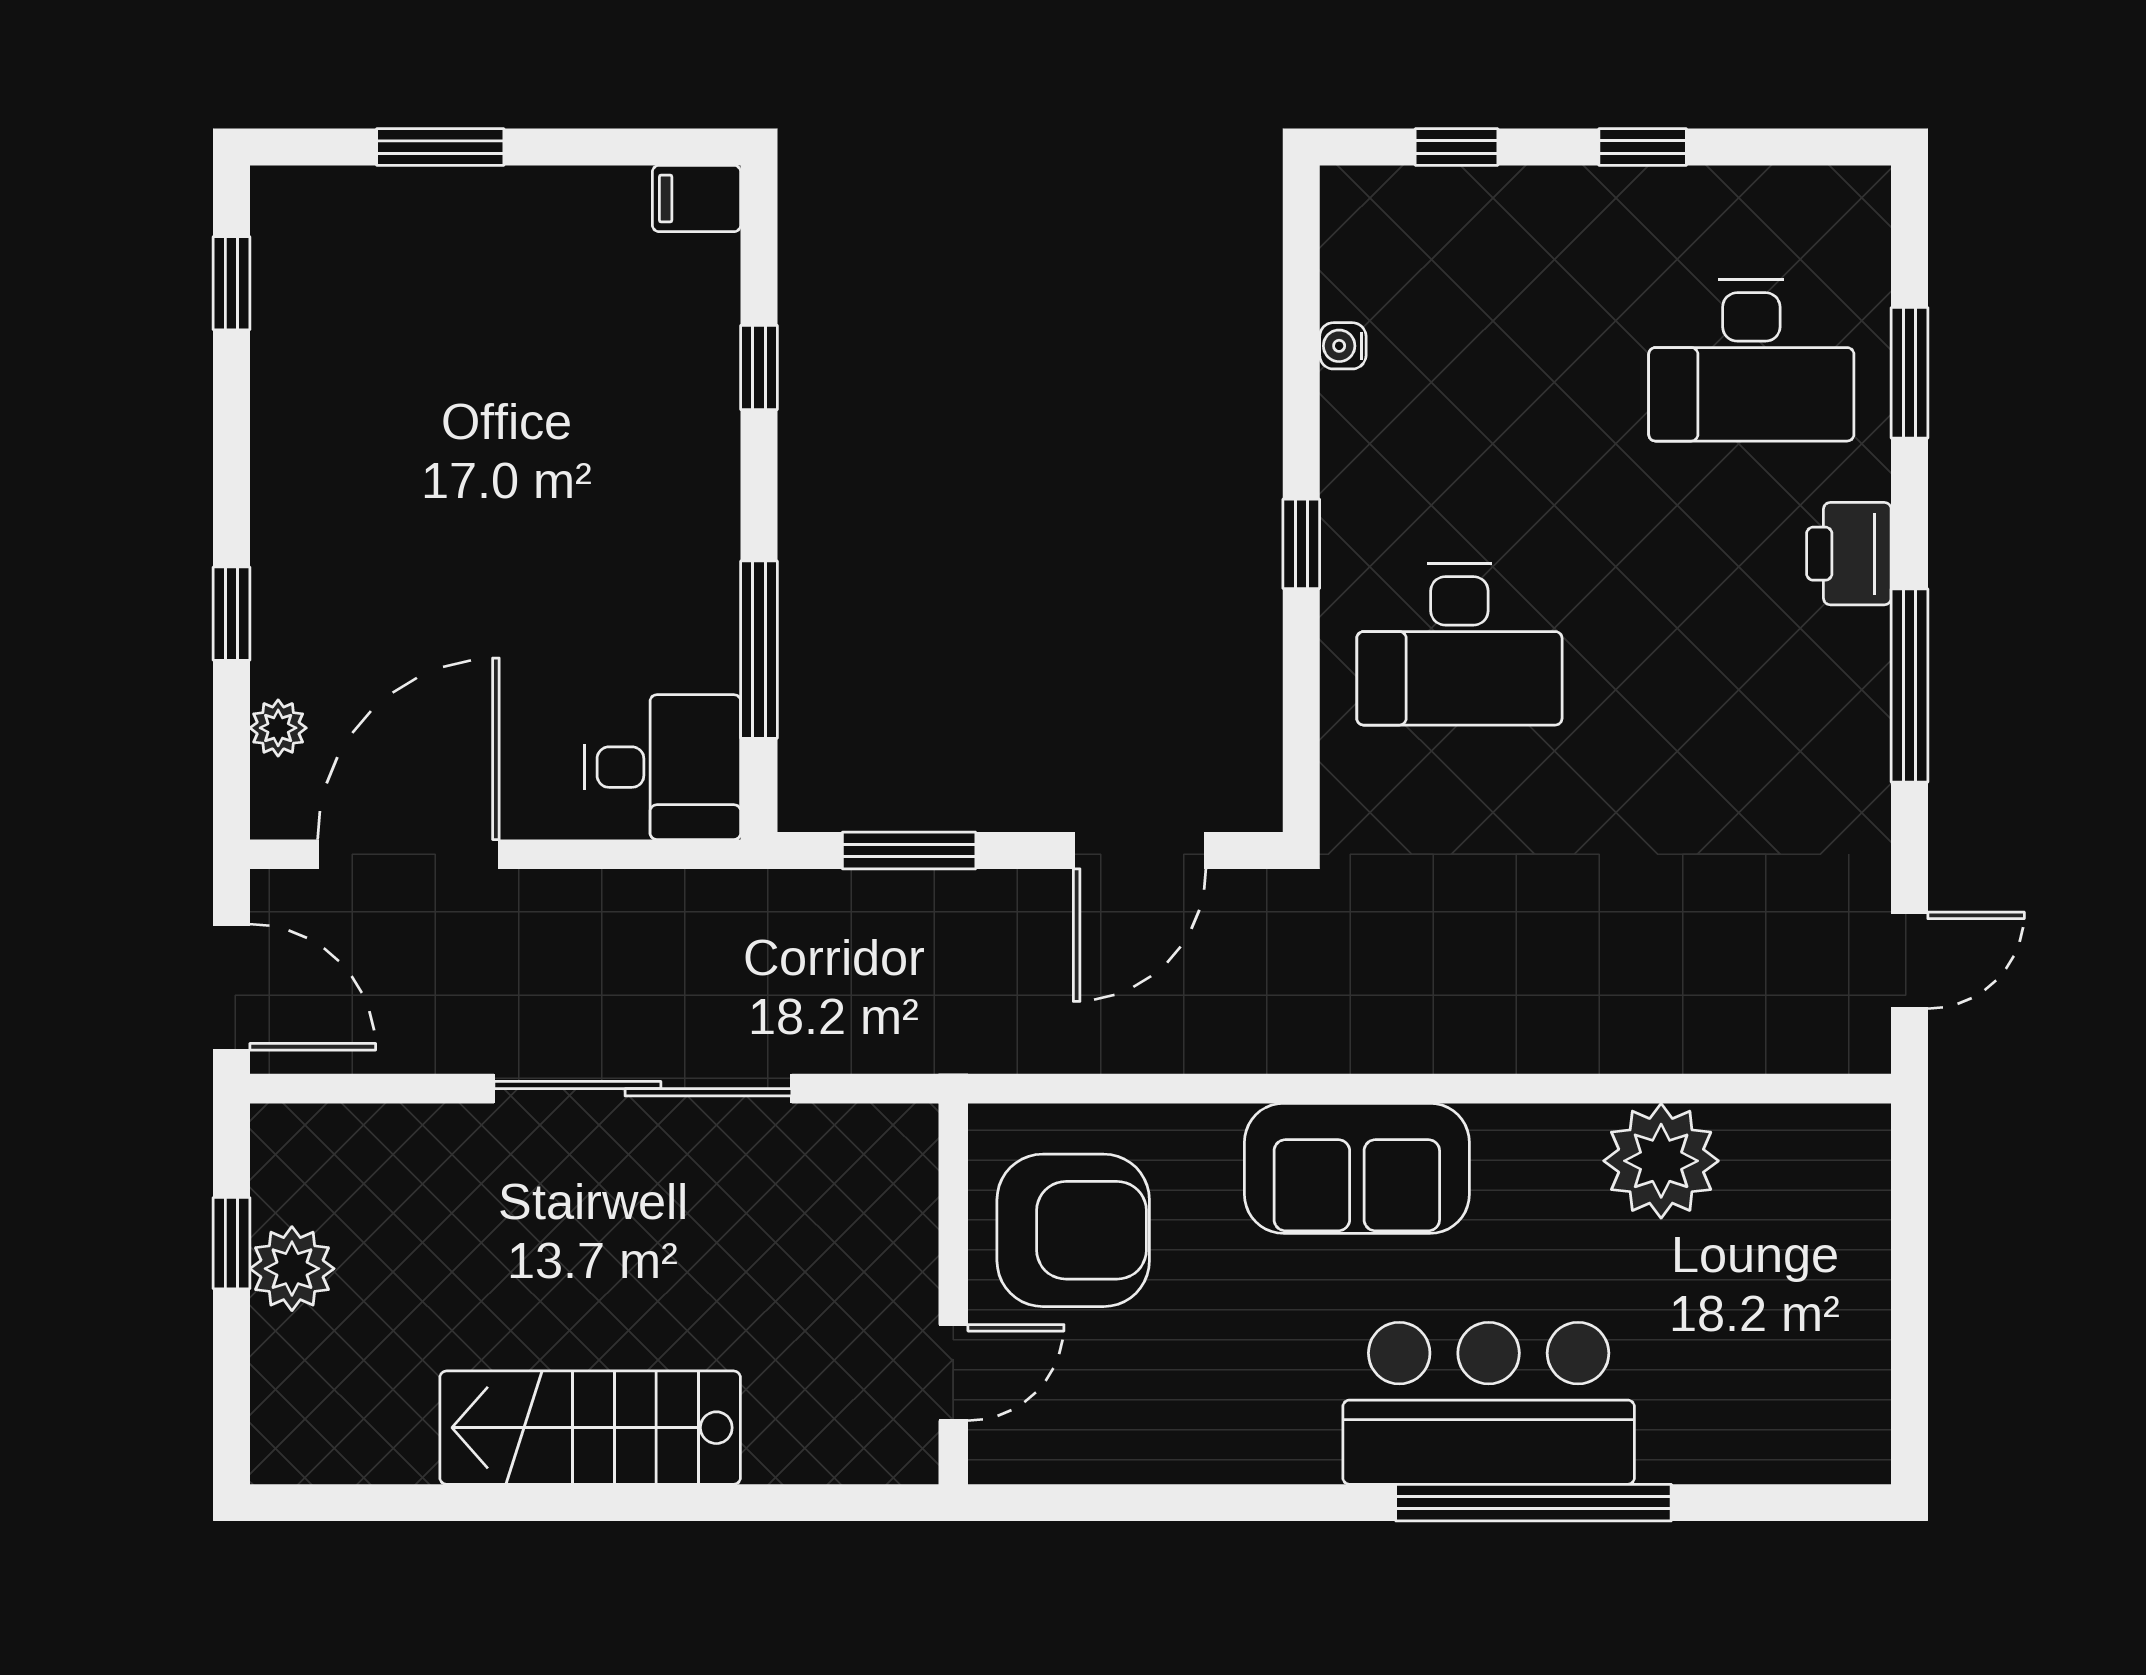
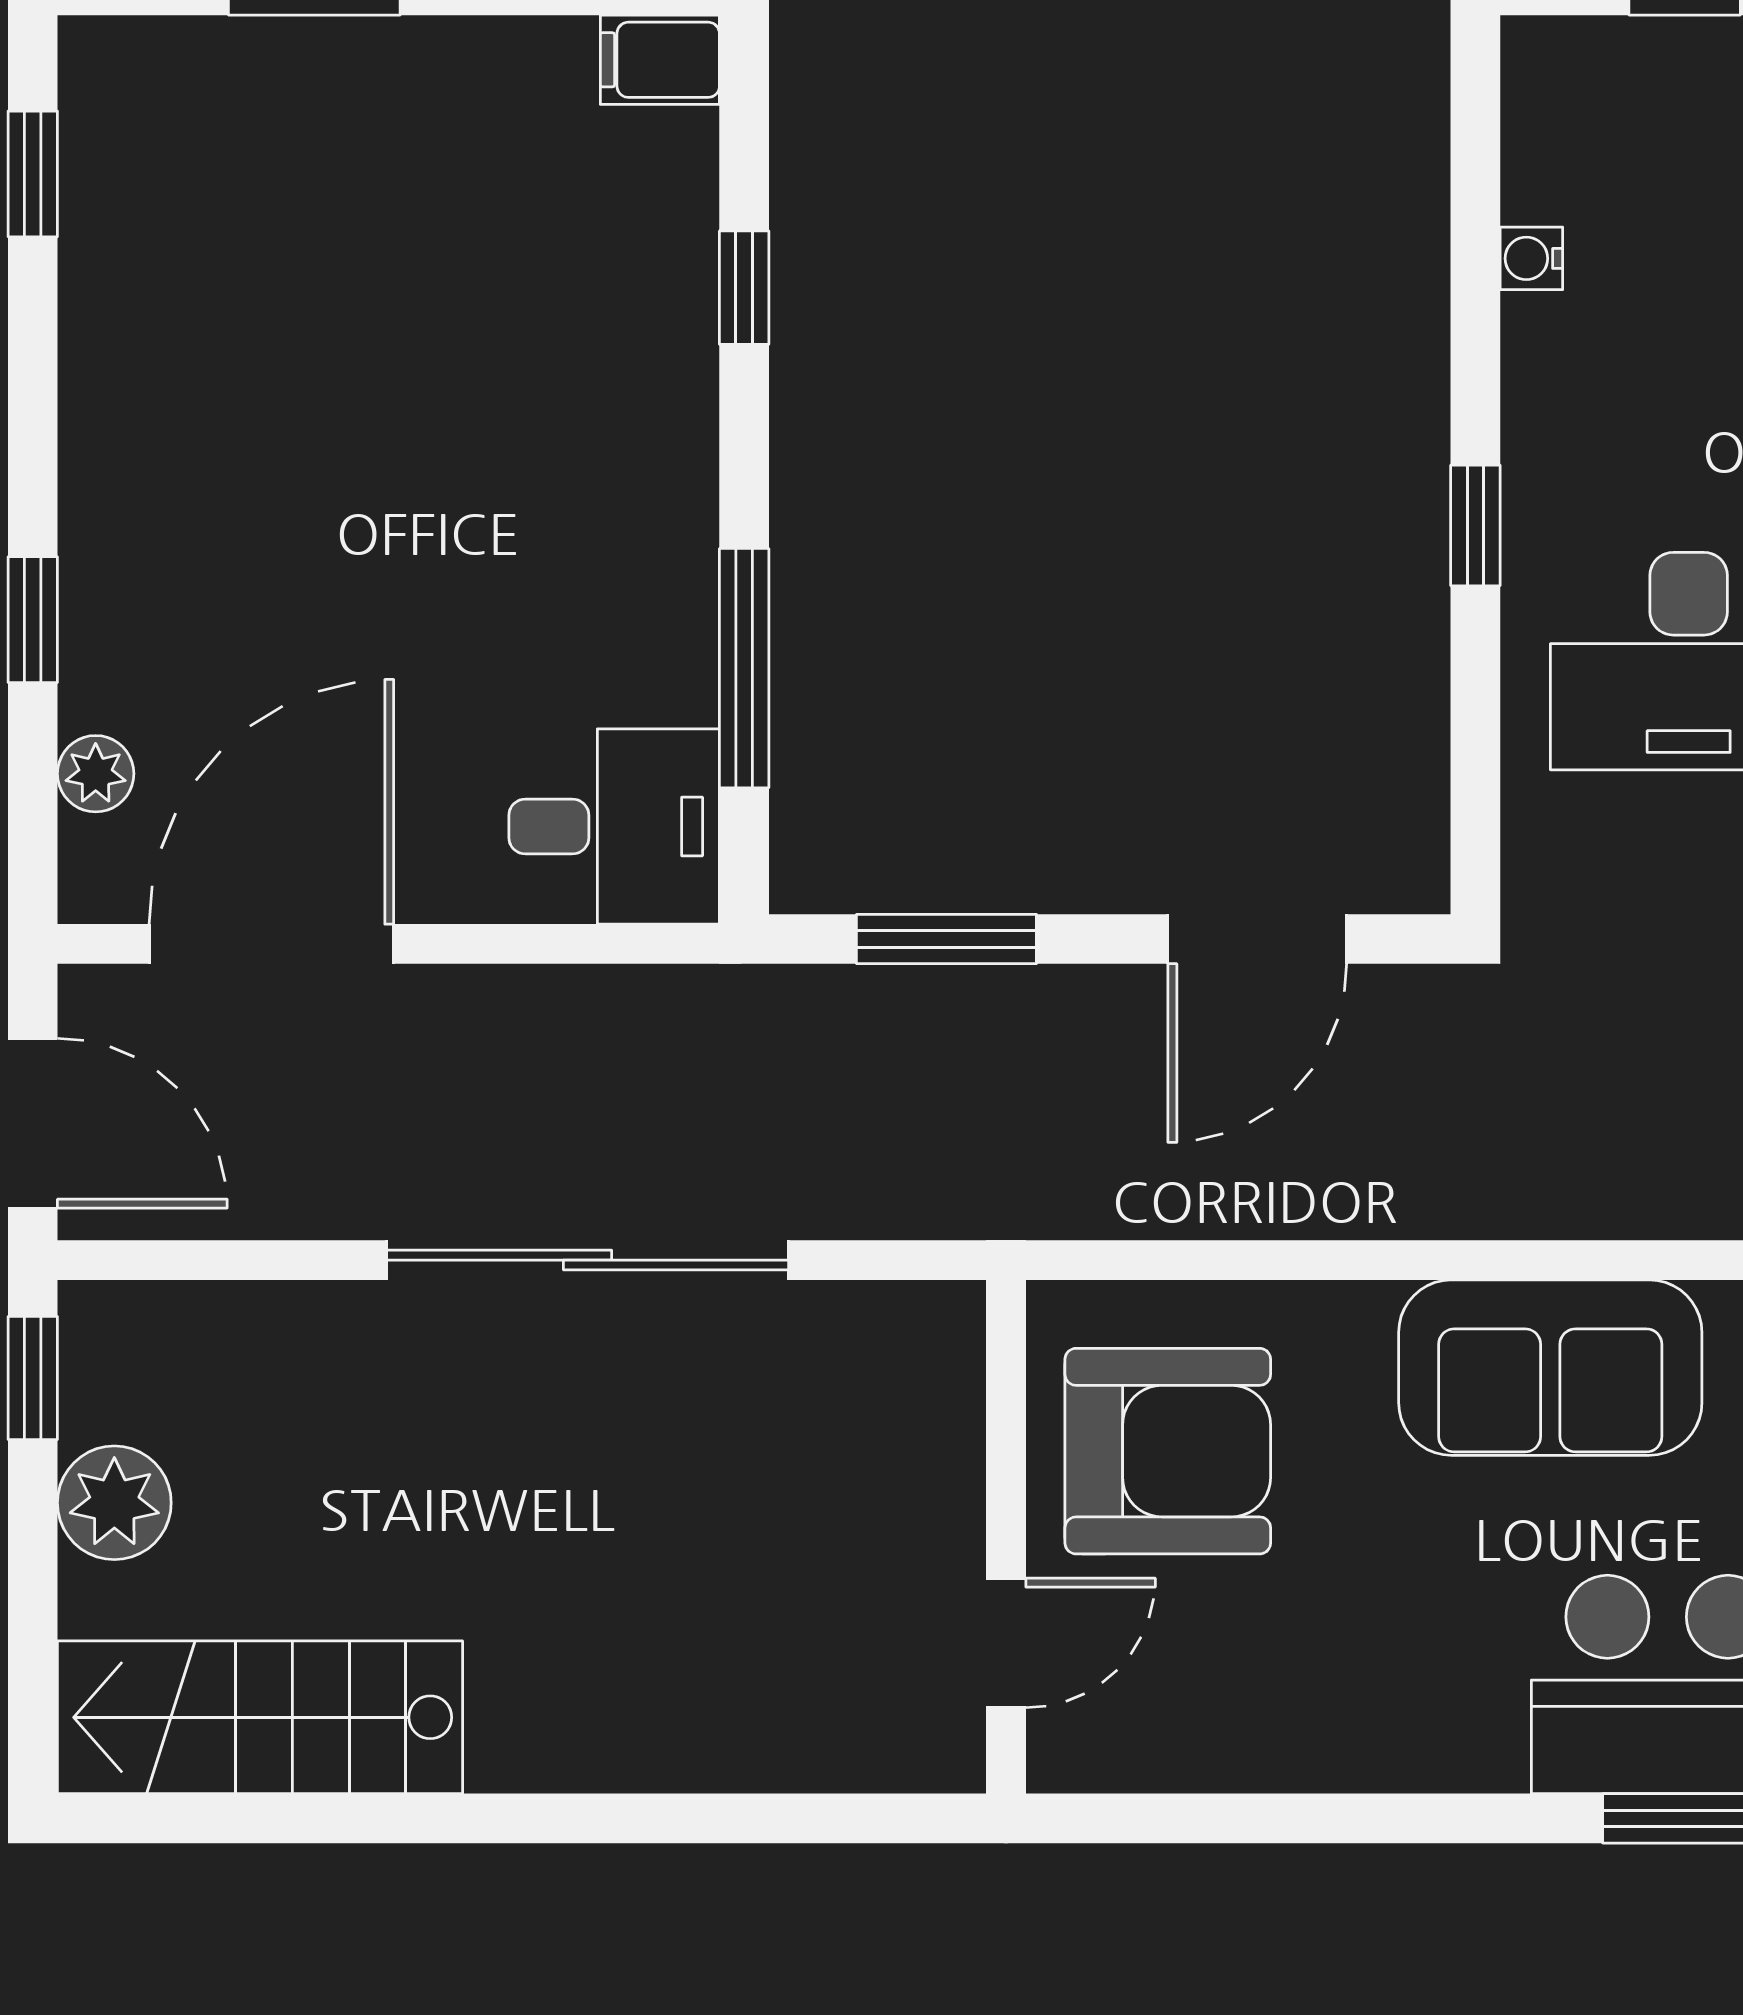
window: (231, 1243) -> (33, 1378), moved
stairs: (590, 1428) -> (260, 1717), moved

